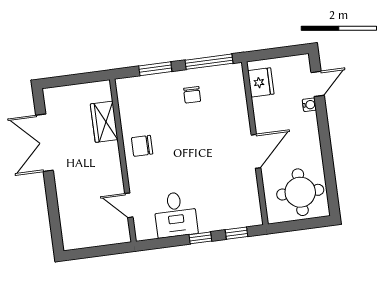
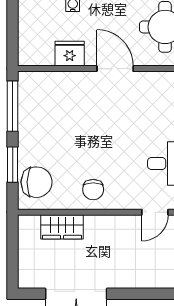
fridge: (261, 82) -> (70, 54), moved
chair: (192, 95) -> (37, 182), moved, width x1.87, depth x1.87

